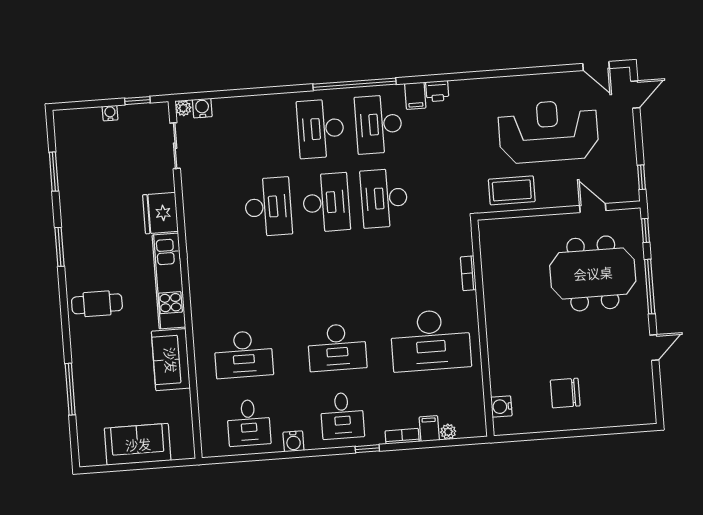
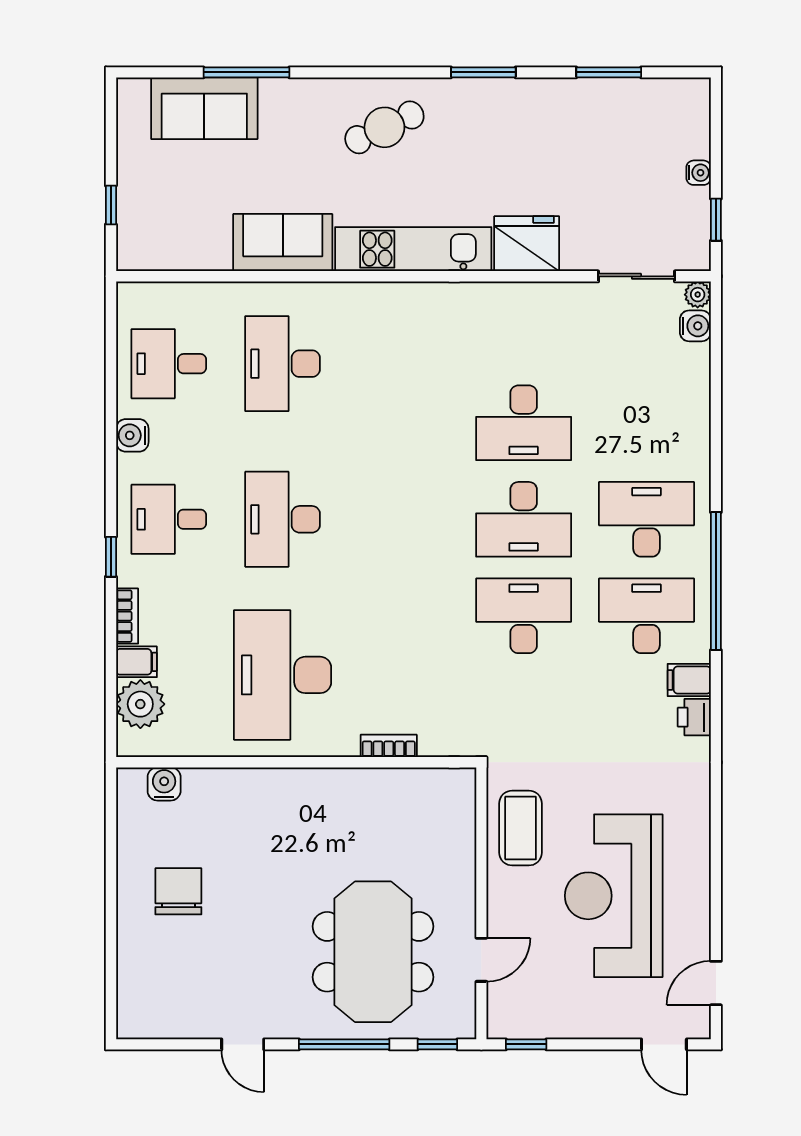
reception desk: (548, 131) -> (614, 896), turned 180
cafe table: (97, 304) -> (384, 127), turned 65
plant: (448, 432) -> (140, 704), width x1.88, depth x1.88
sofa: (138, 444) -> (204, 108), moved, turned 90
window: (156, 465) -> (111, 205), added

